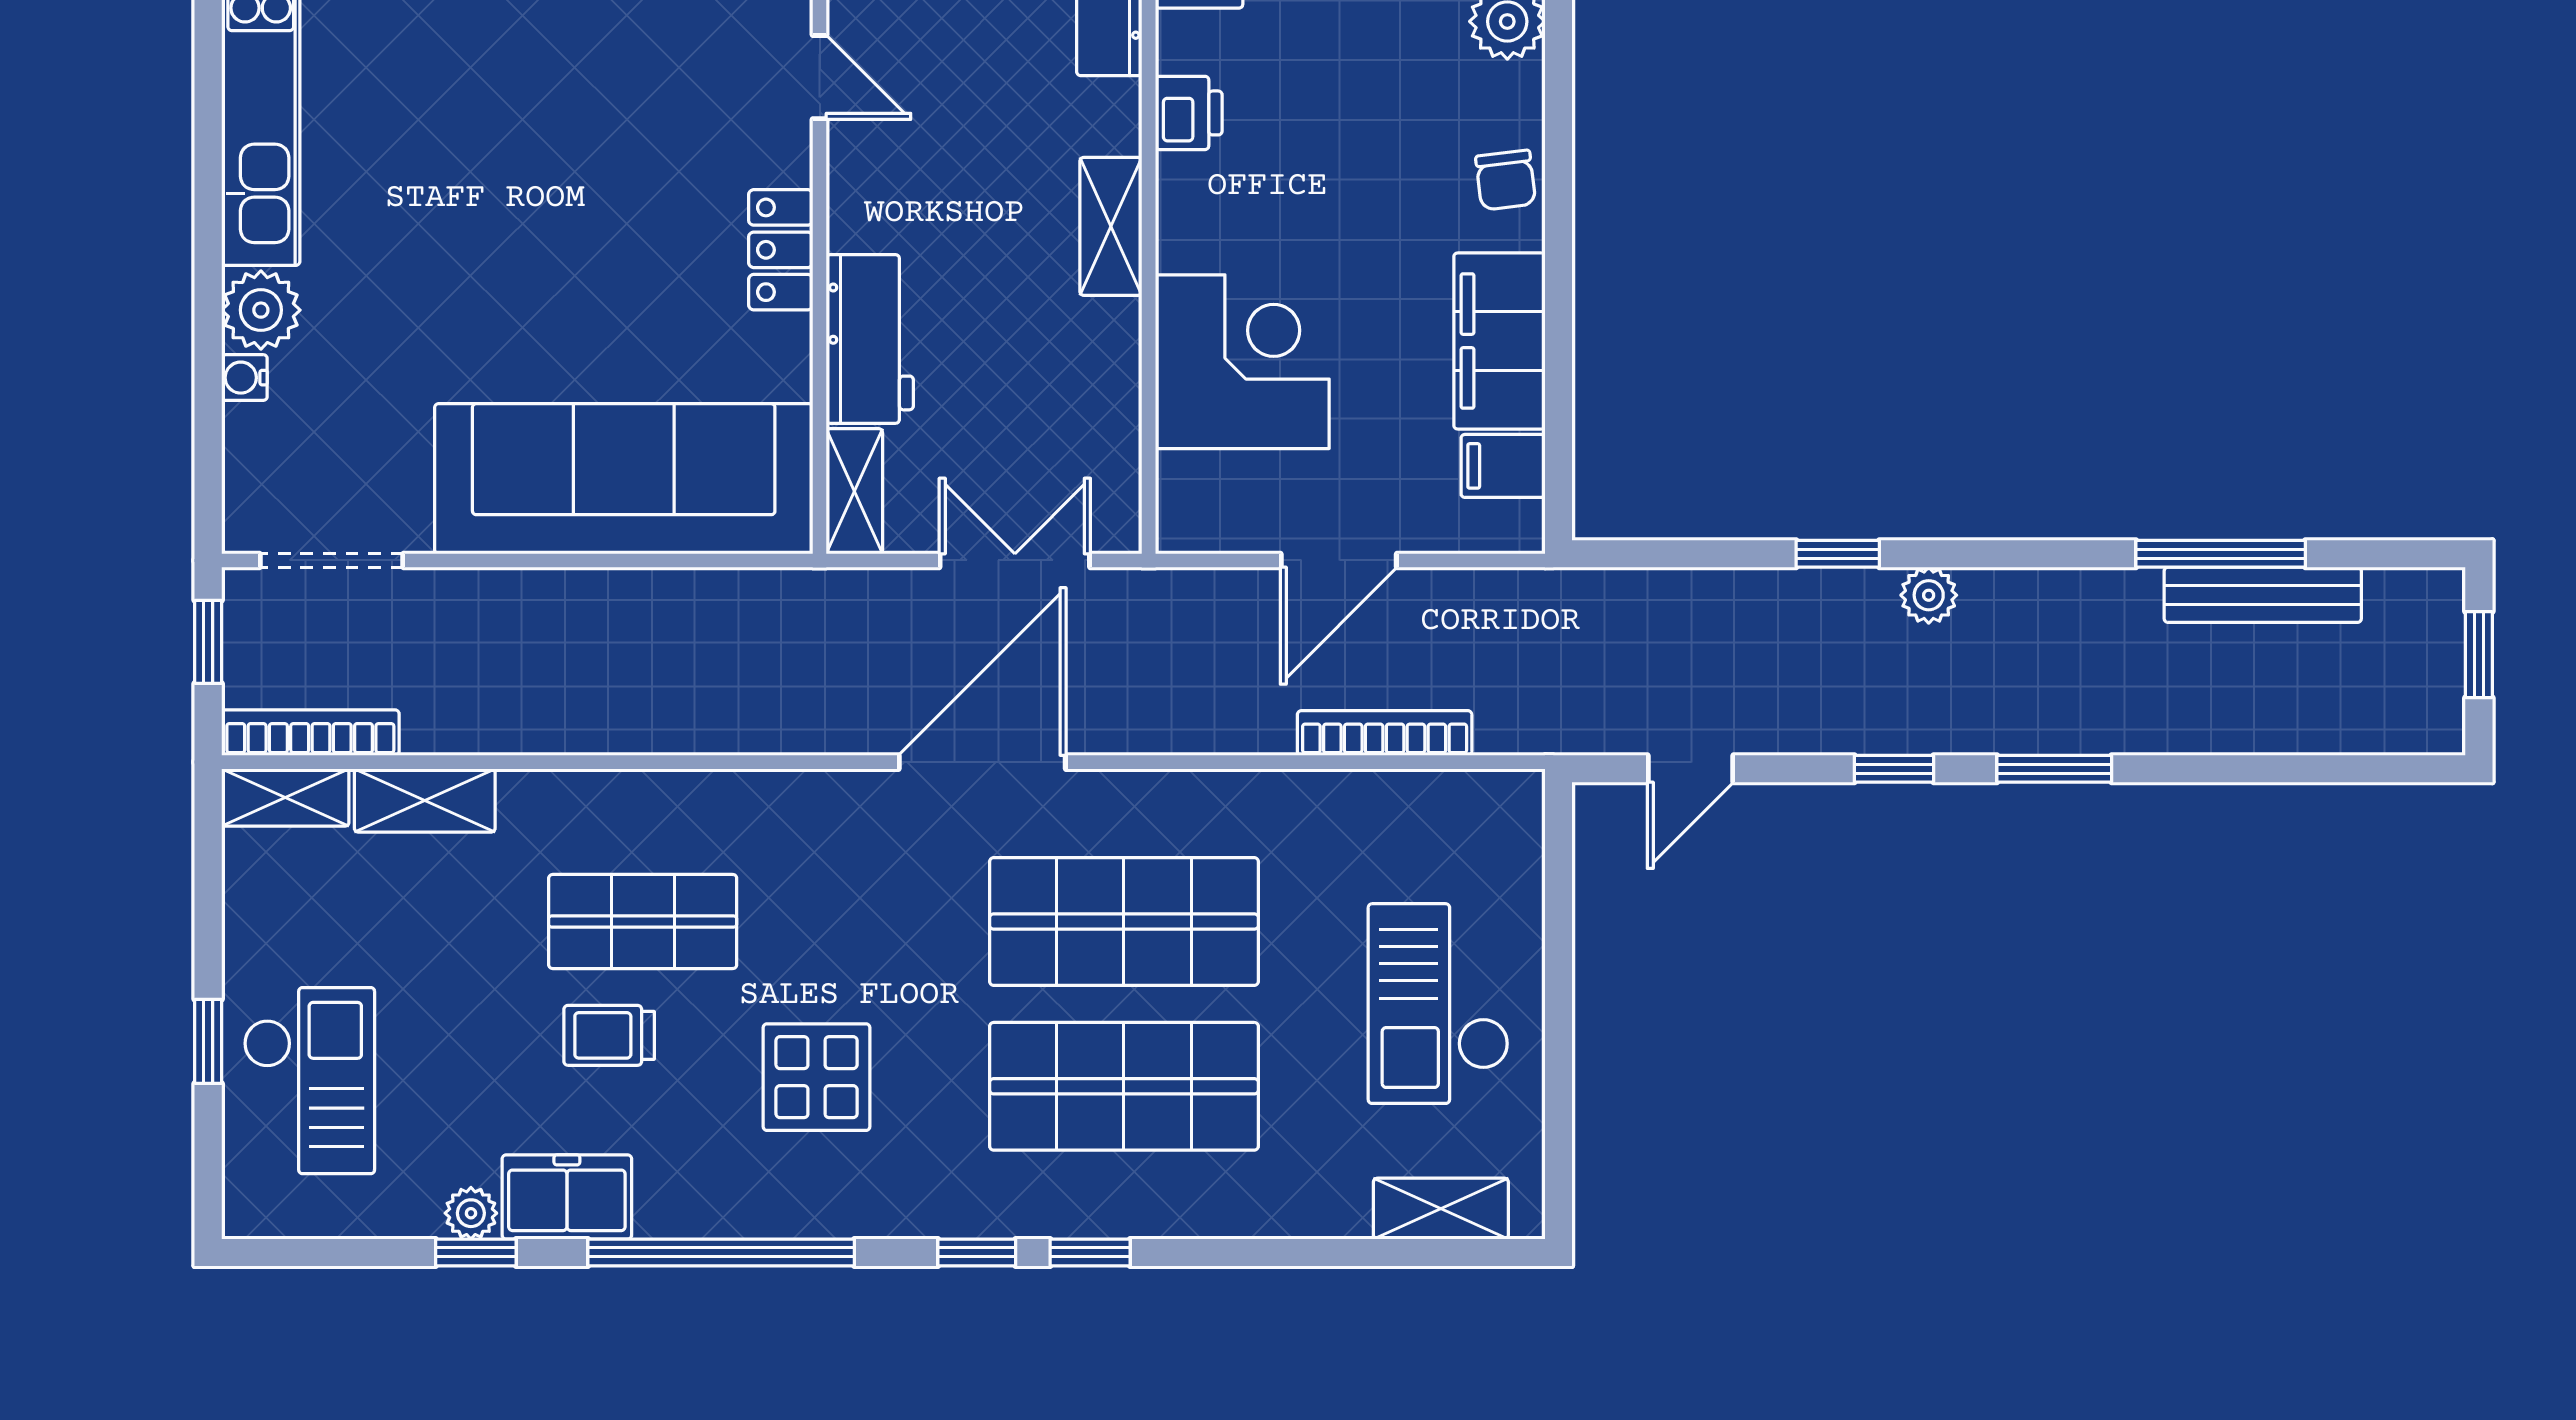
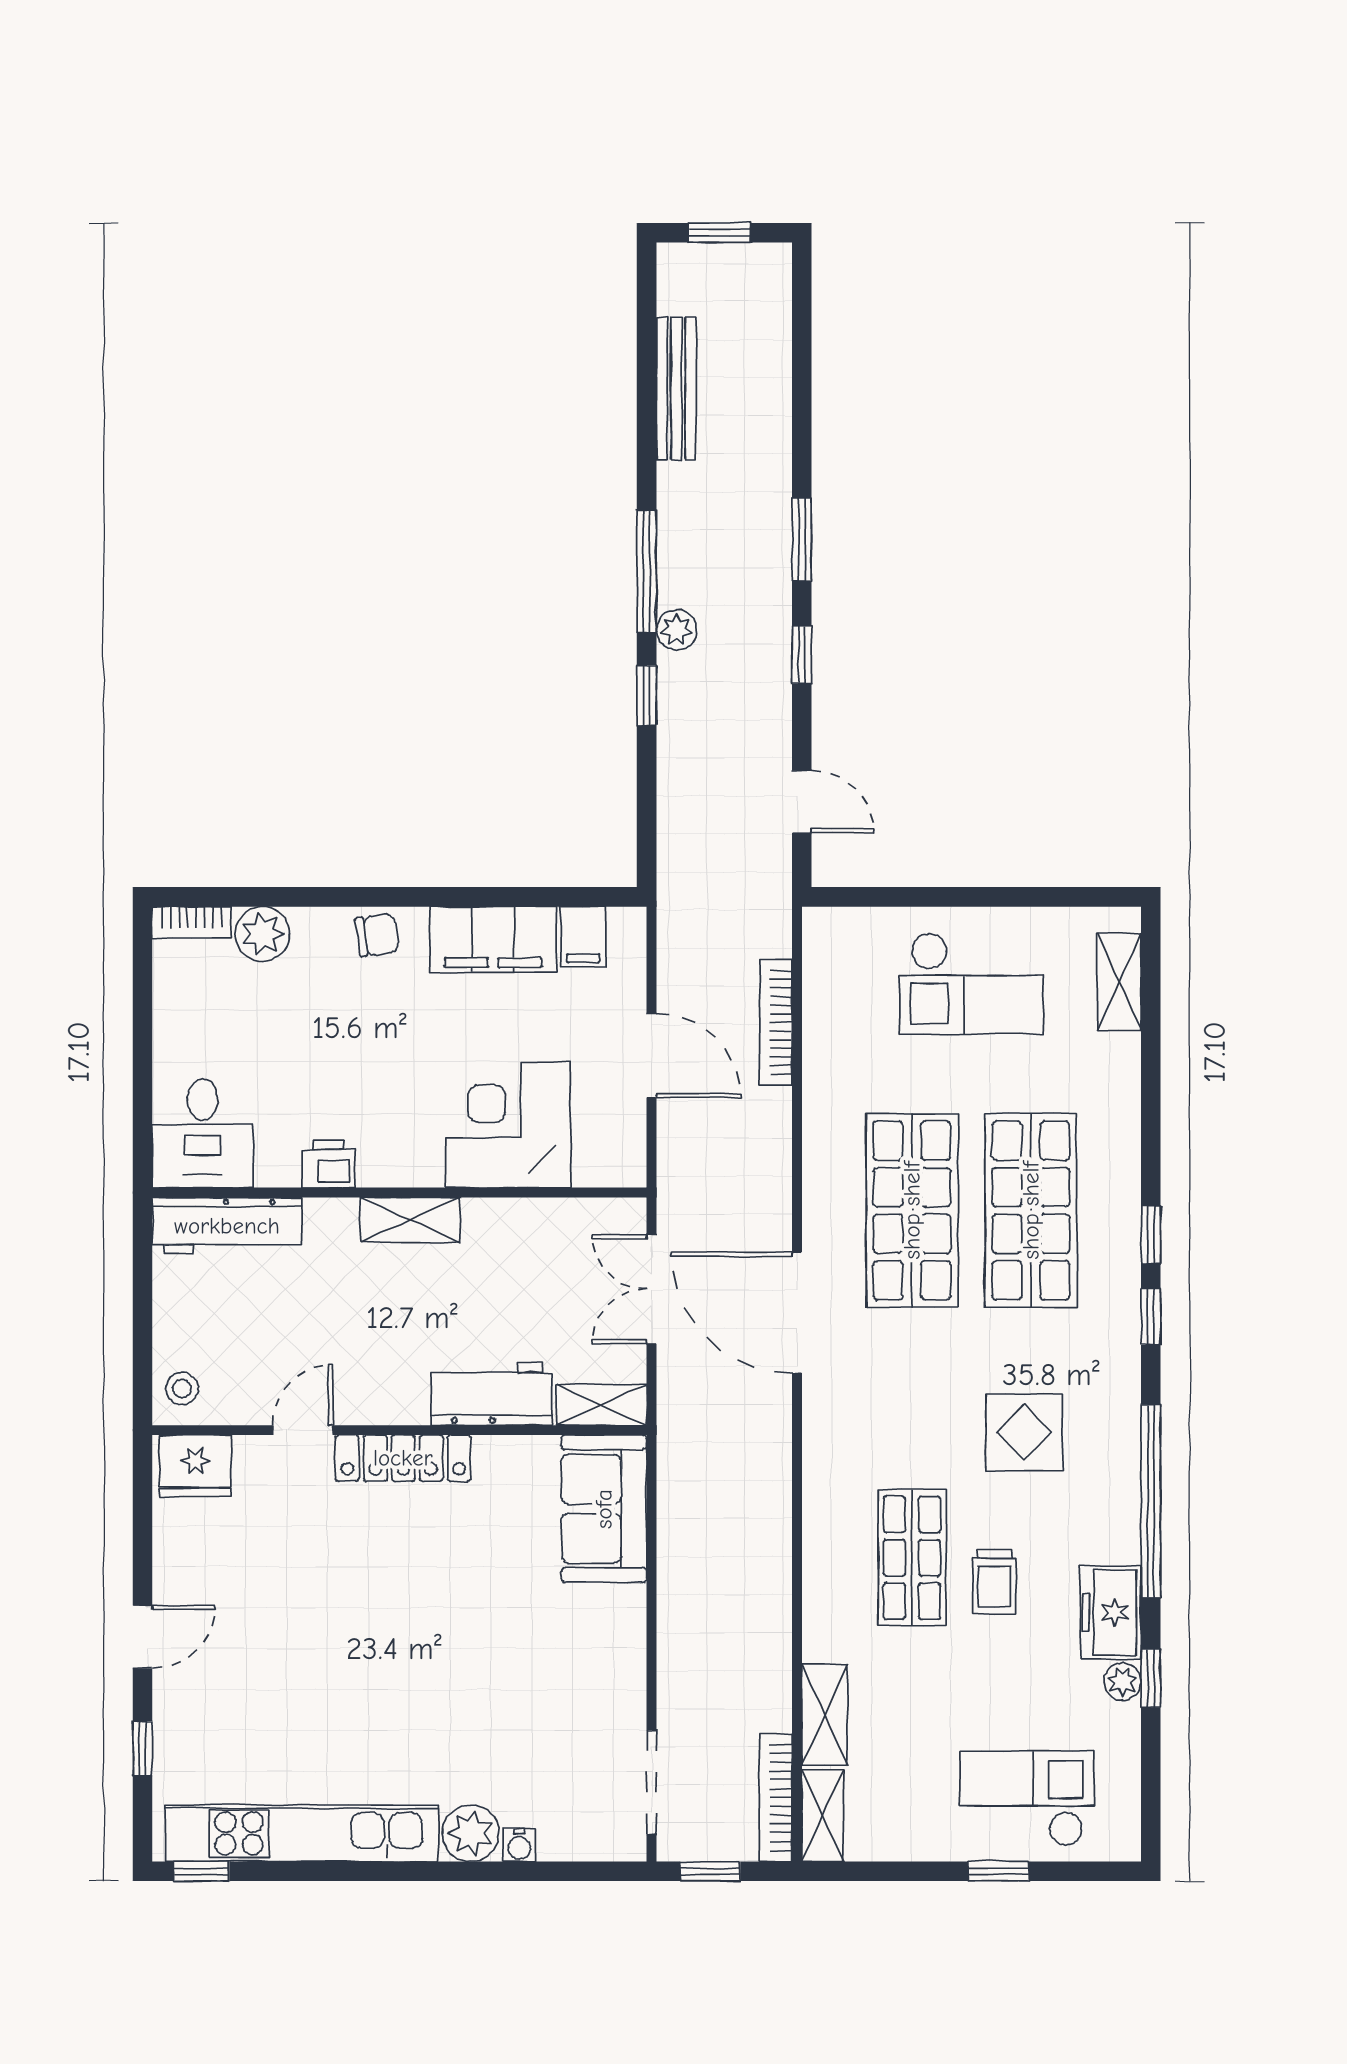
locker: (781, 250) -> (403, 1458), width x1.53
sofa: (624, 479) -> (604, 1509), width x0.54, depth x0.79
window: (2221, 554) -> (647, 571), moved

